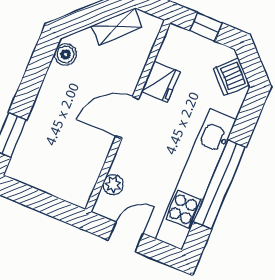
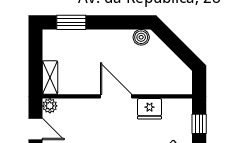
shelving: (117, 27) -> (50, 77), moved, turned 45
plant: (113, 185) -> (50, 106), moved

